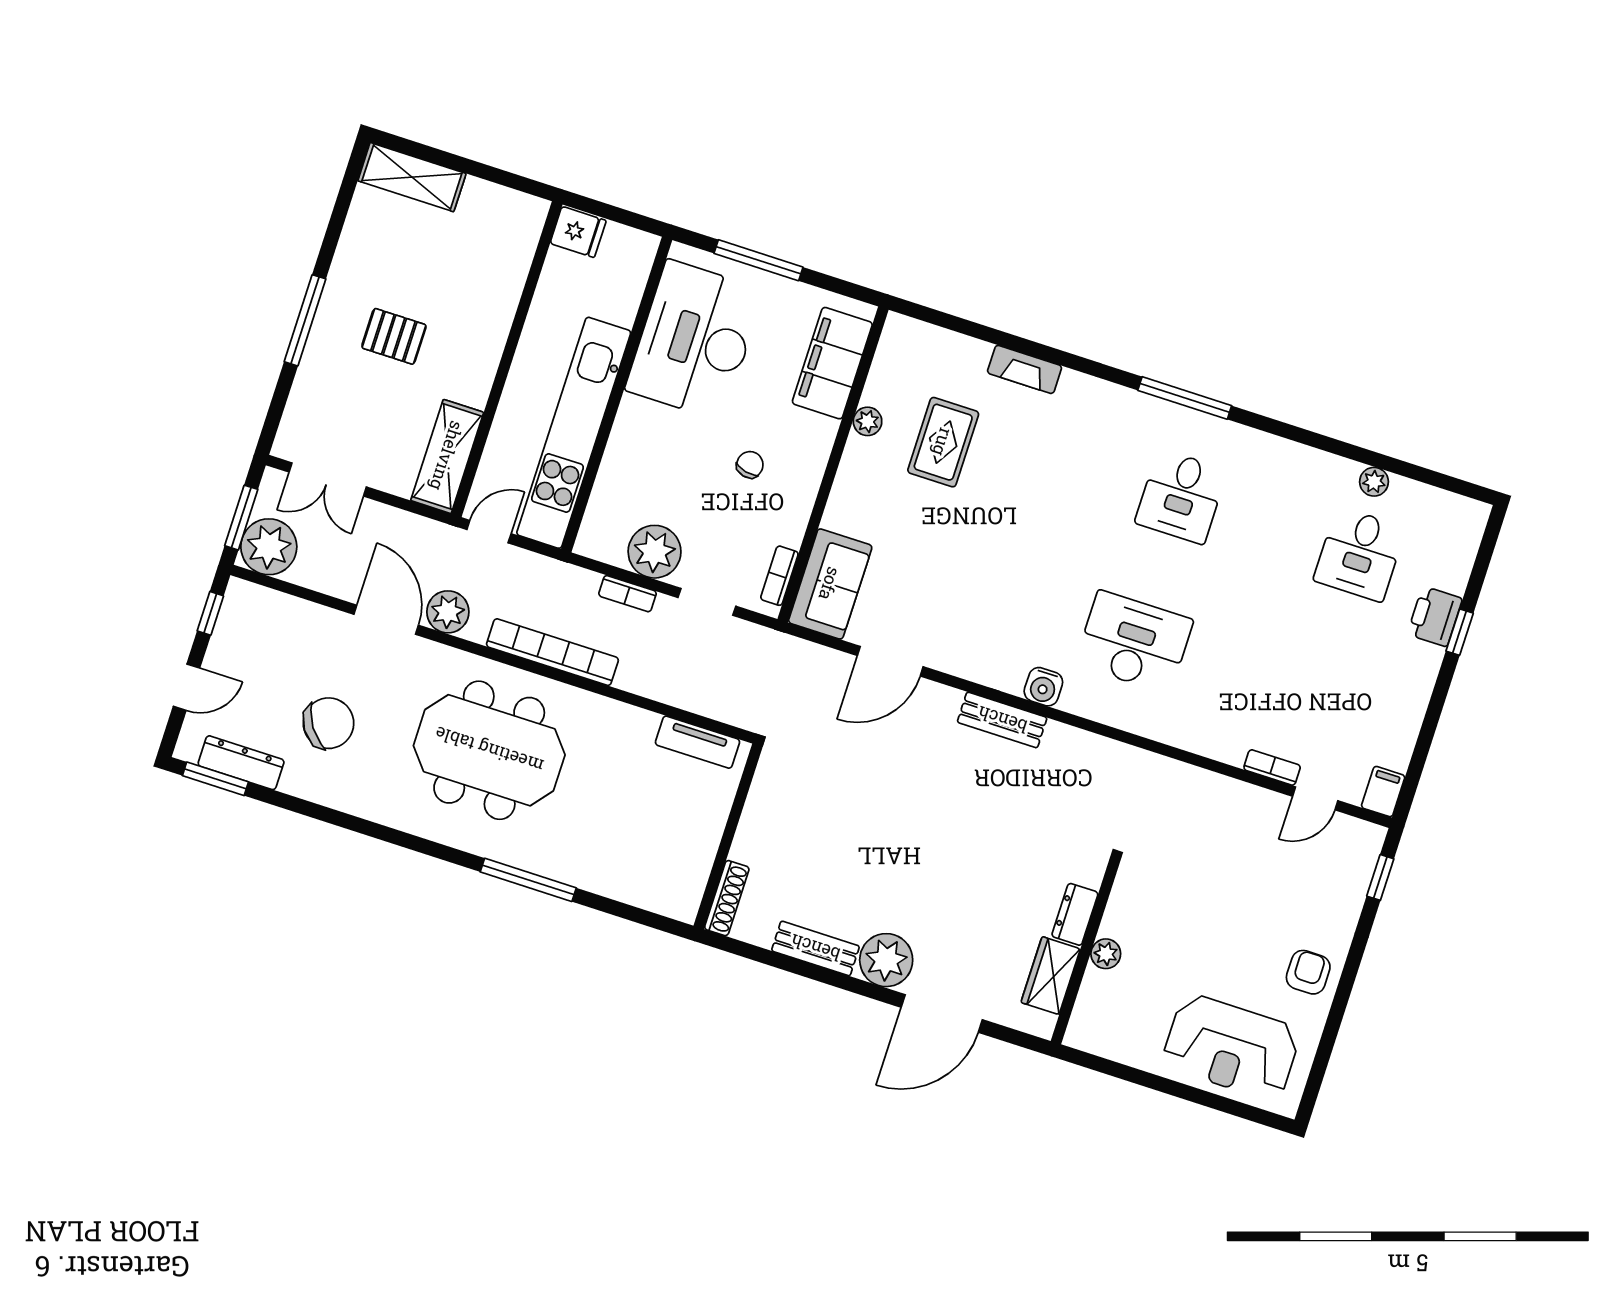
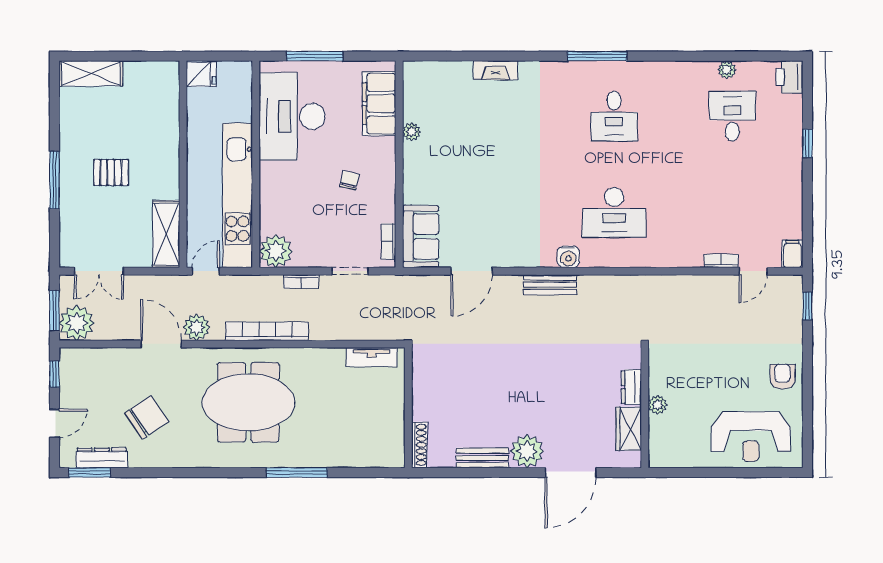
rug: (943, 442) -> (461, 130), removed
plant: (655, 552) -> (276, 251), moved
desk: (1360, 554) -> (732, 116), turned 180
printer: (1435, 616) -> (789, 77), moved
desk: (1134, 642) -> (614, 212), turned 180

